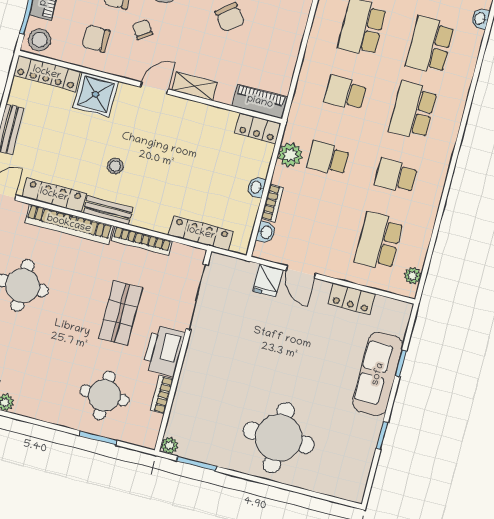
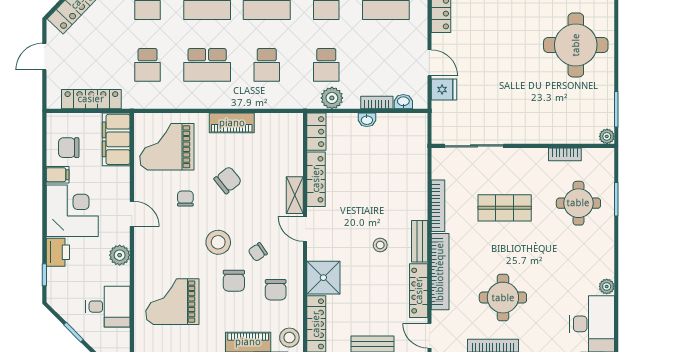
piano: (260, 102) -> (232, 123), moved, turned -90
locker: (201, 233) -> (316, 179), moved, turned 180
door: (301, 272) -> (429, 63), hinge flipped
printer: (164, 351) -> (527, 162), removed

